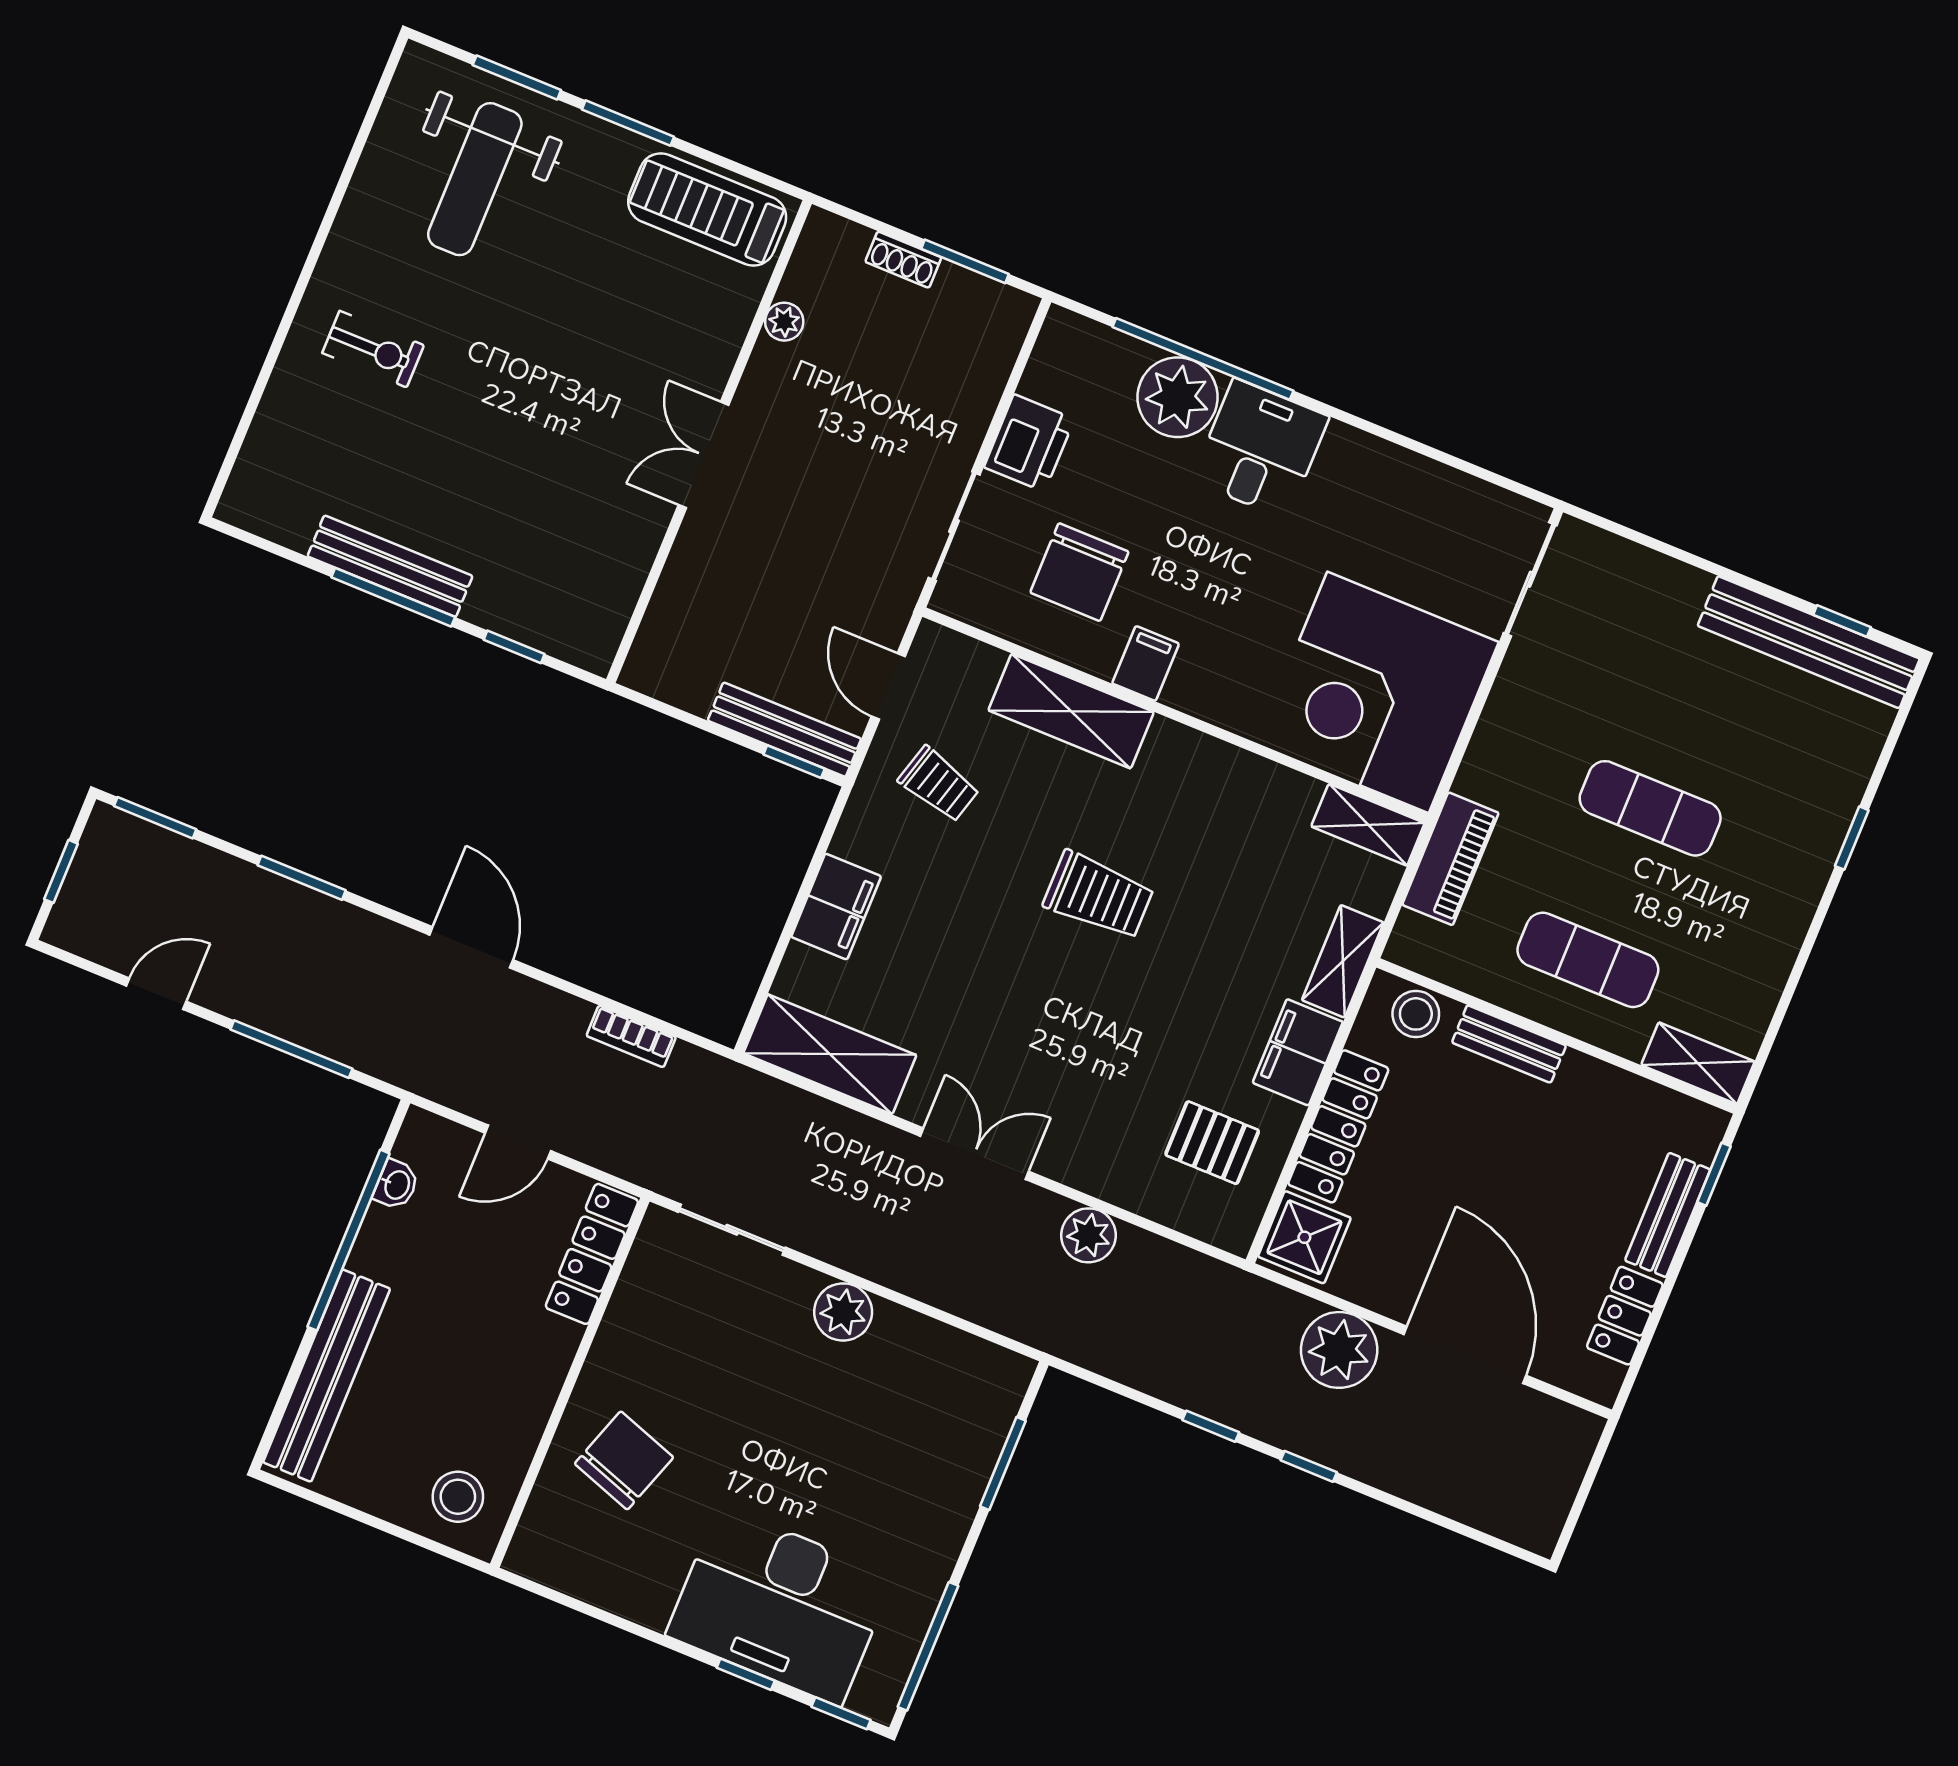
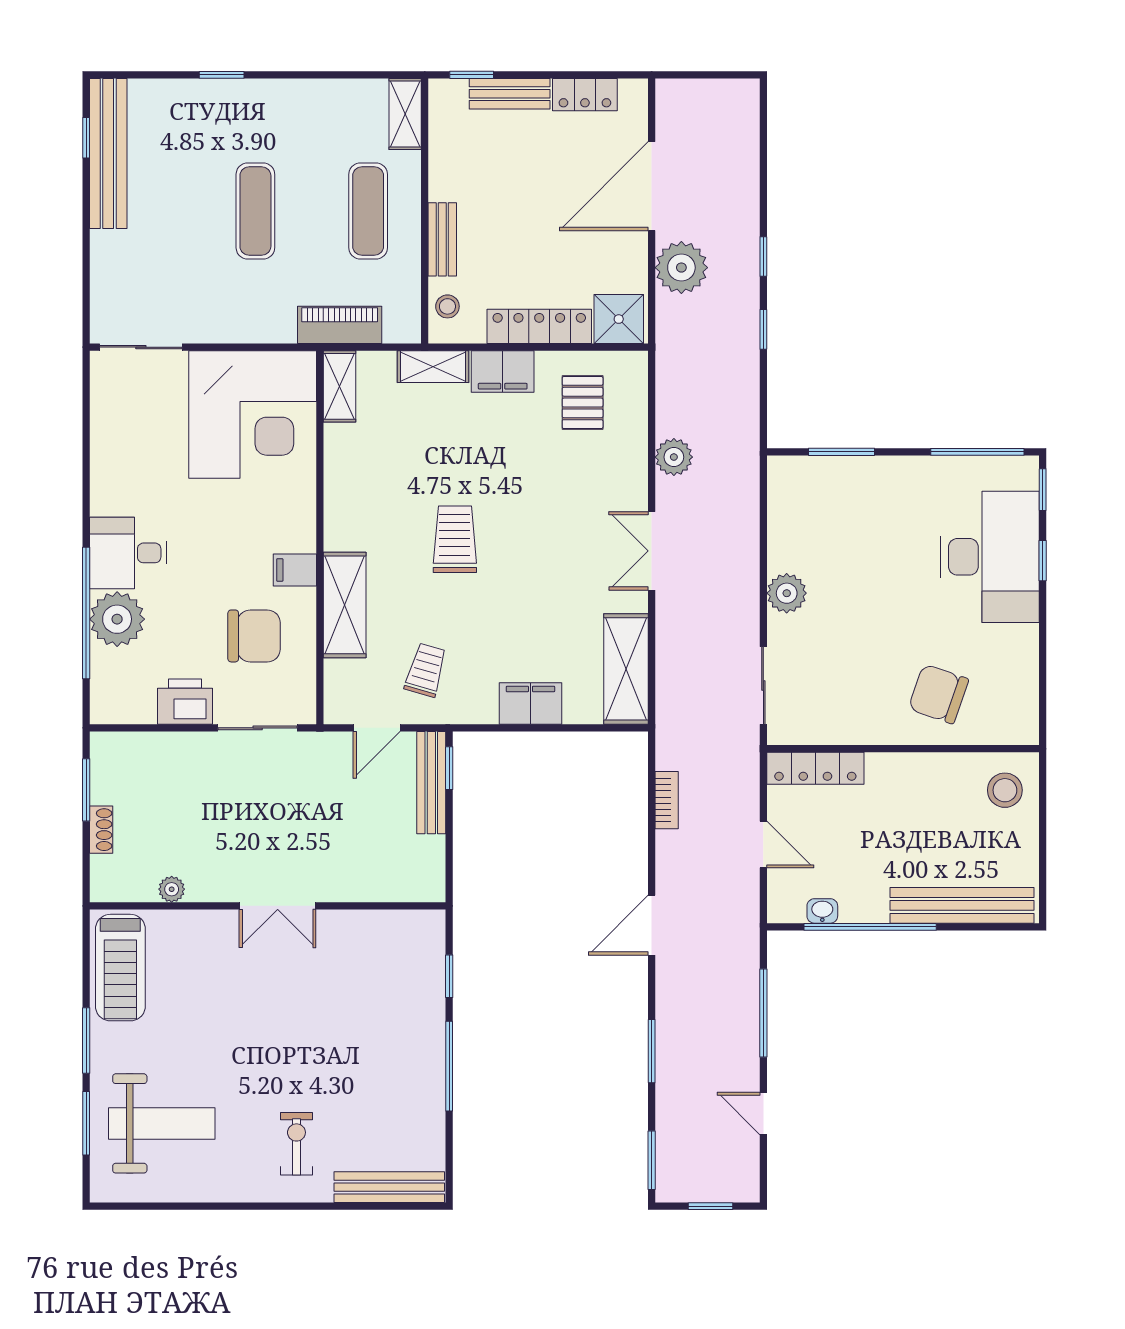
bench: (390, 566) -> (389, 1187), moved, turned 90
stool: (1416, 1014) -> (447, 306), width x0.73, depth x0.73

